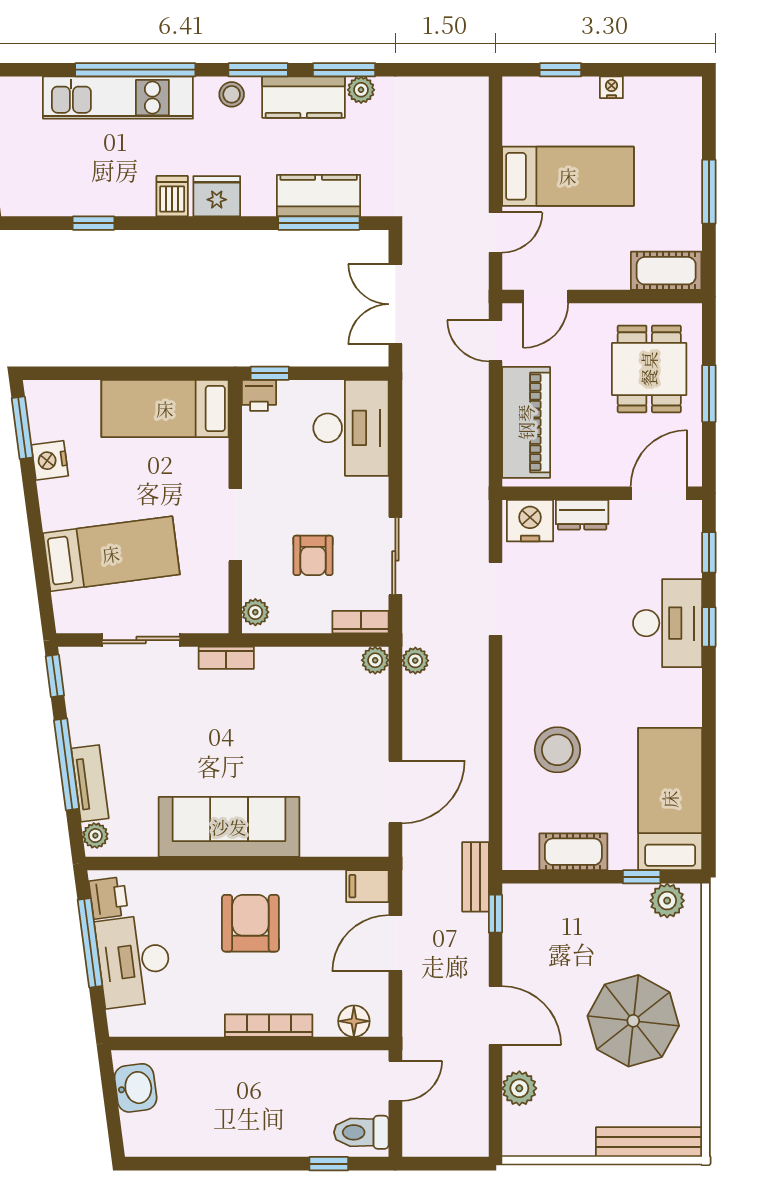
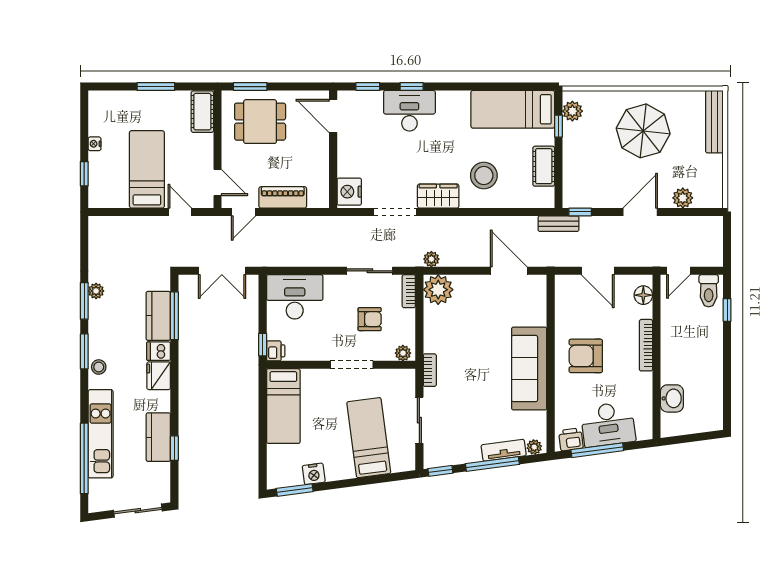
window: (135, 70) -> (84, 458), moved
kitchen counter: (304, 97) -> (158, 437), moved, turned 180
dishwasher: (172, 196) -> (159, 351), moved
window: (709, 394) -> (250, 87), moved
piano: (526, 422) -> (283, 197), width x0.73, depth x0.75
dresser: (582, 515) -> (346, 161), removed
plant: (375, 660) -> (438, 290), width x1.87, depth x1.87
wardrobe: (523, 672) -> (438, 196), added
filing cabinet: (367, 886) -> (564, 287), removed
door: (395, 1081) -> (678, 271), swing flipped
washbasin: (136, 1088) -> (672, 398), moved, turned 97

